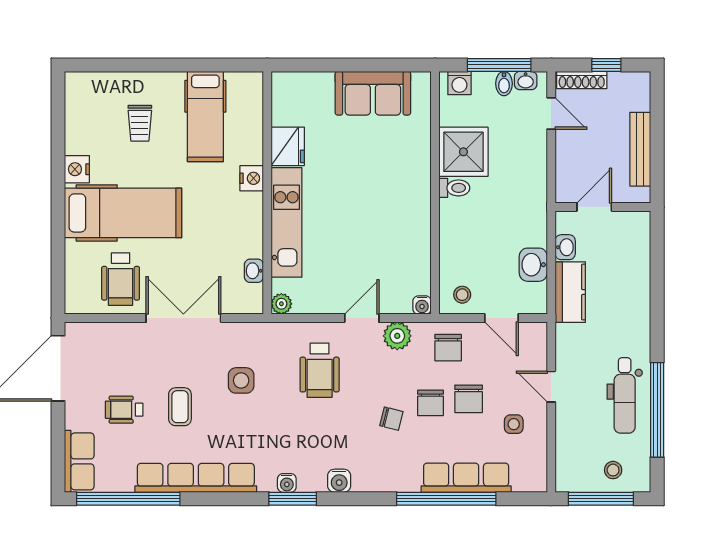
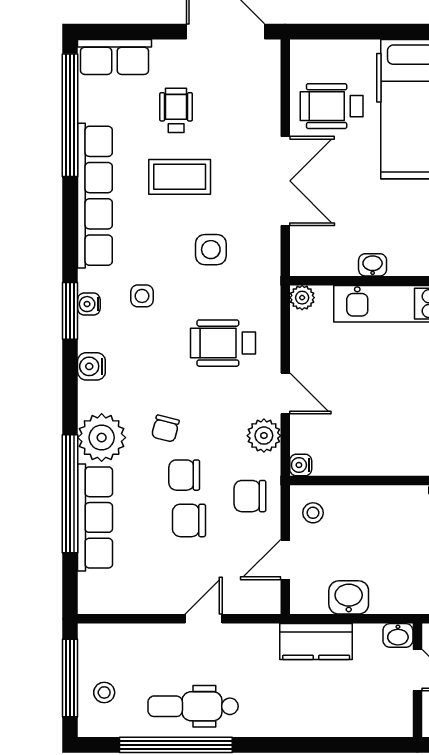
washbasin: (565, 247) -> (398, 635), moved
washbasin: (254, 271) -> (373, 265), moved
coffee table: (180, 407) -> (180, 177), width x1.36, depth x1.30
side table: (514, 424) -> (142, 296), moved
plant: (399, 472) -> (102, 438), added

